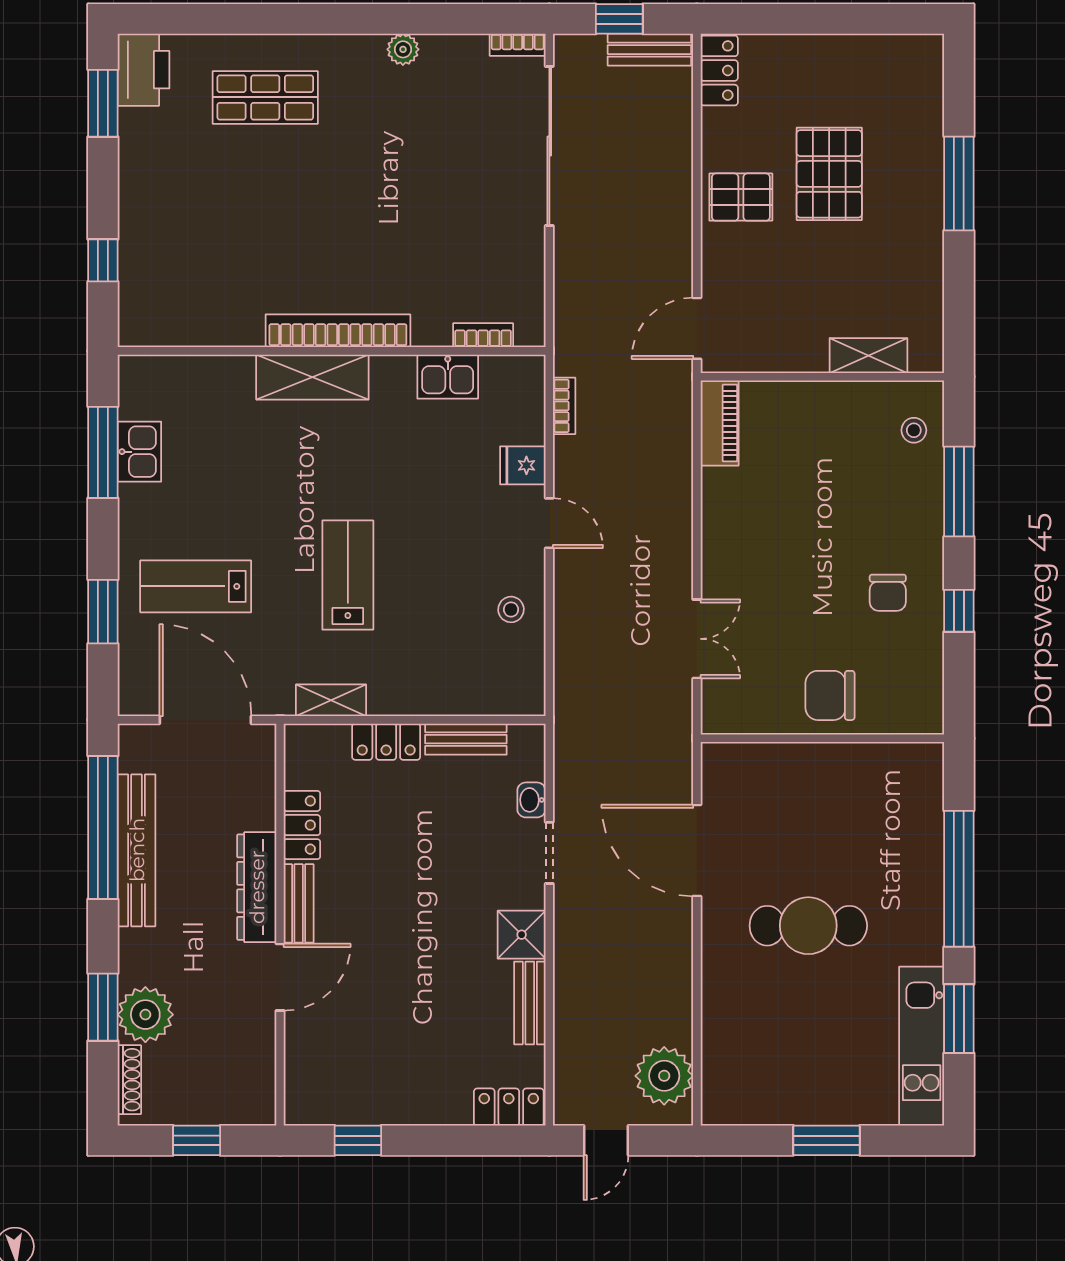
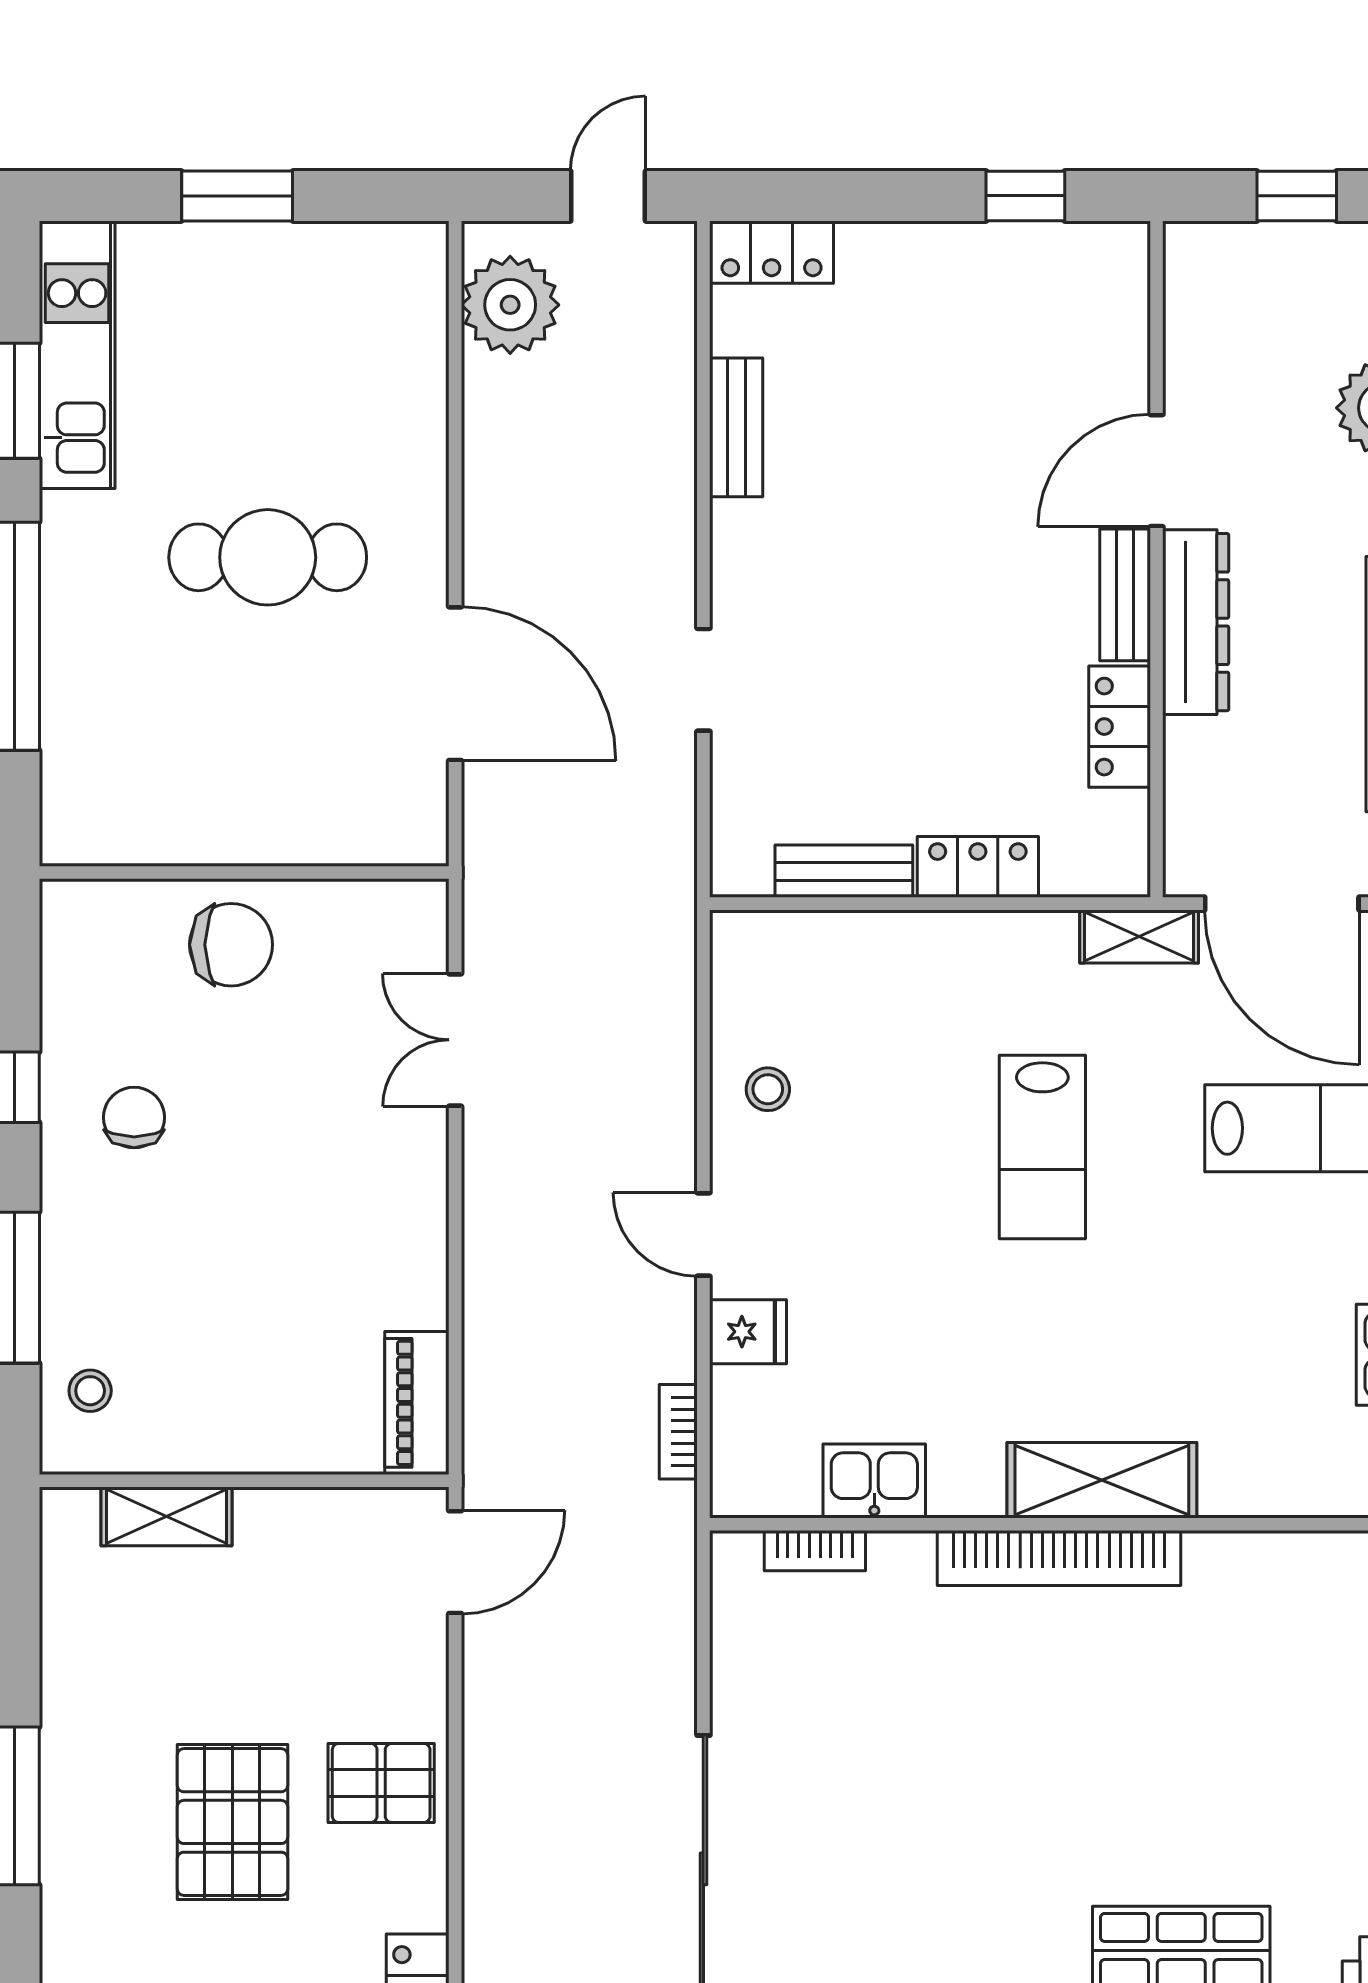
shelving: (331, 700) -> (1139, 936), moved
washbasin: (531, 800) -> (733, 769), removed
shower: (522, 935) -> (750, 542), removed

